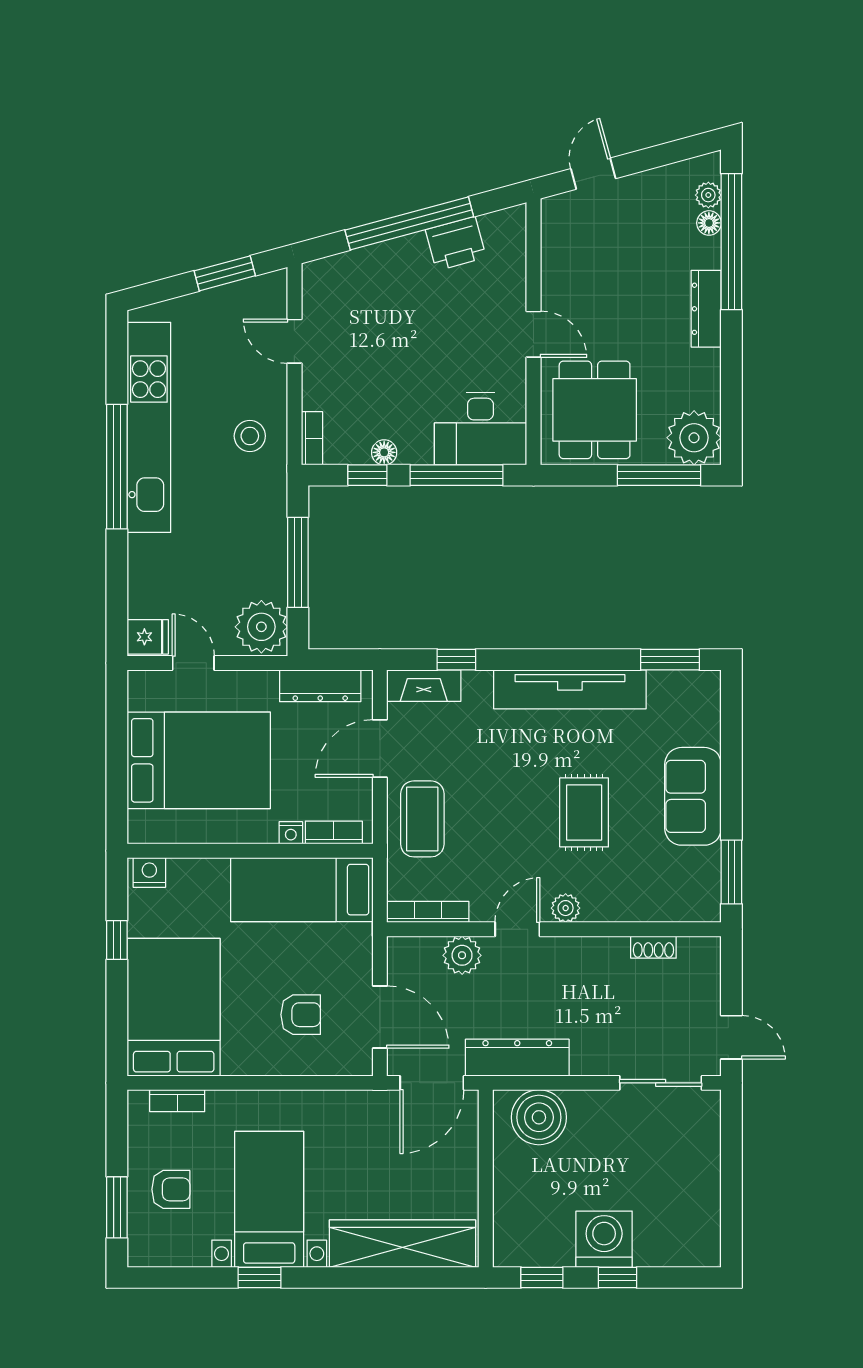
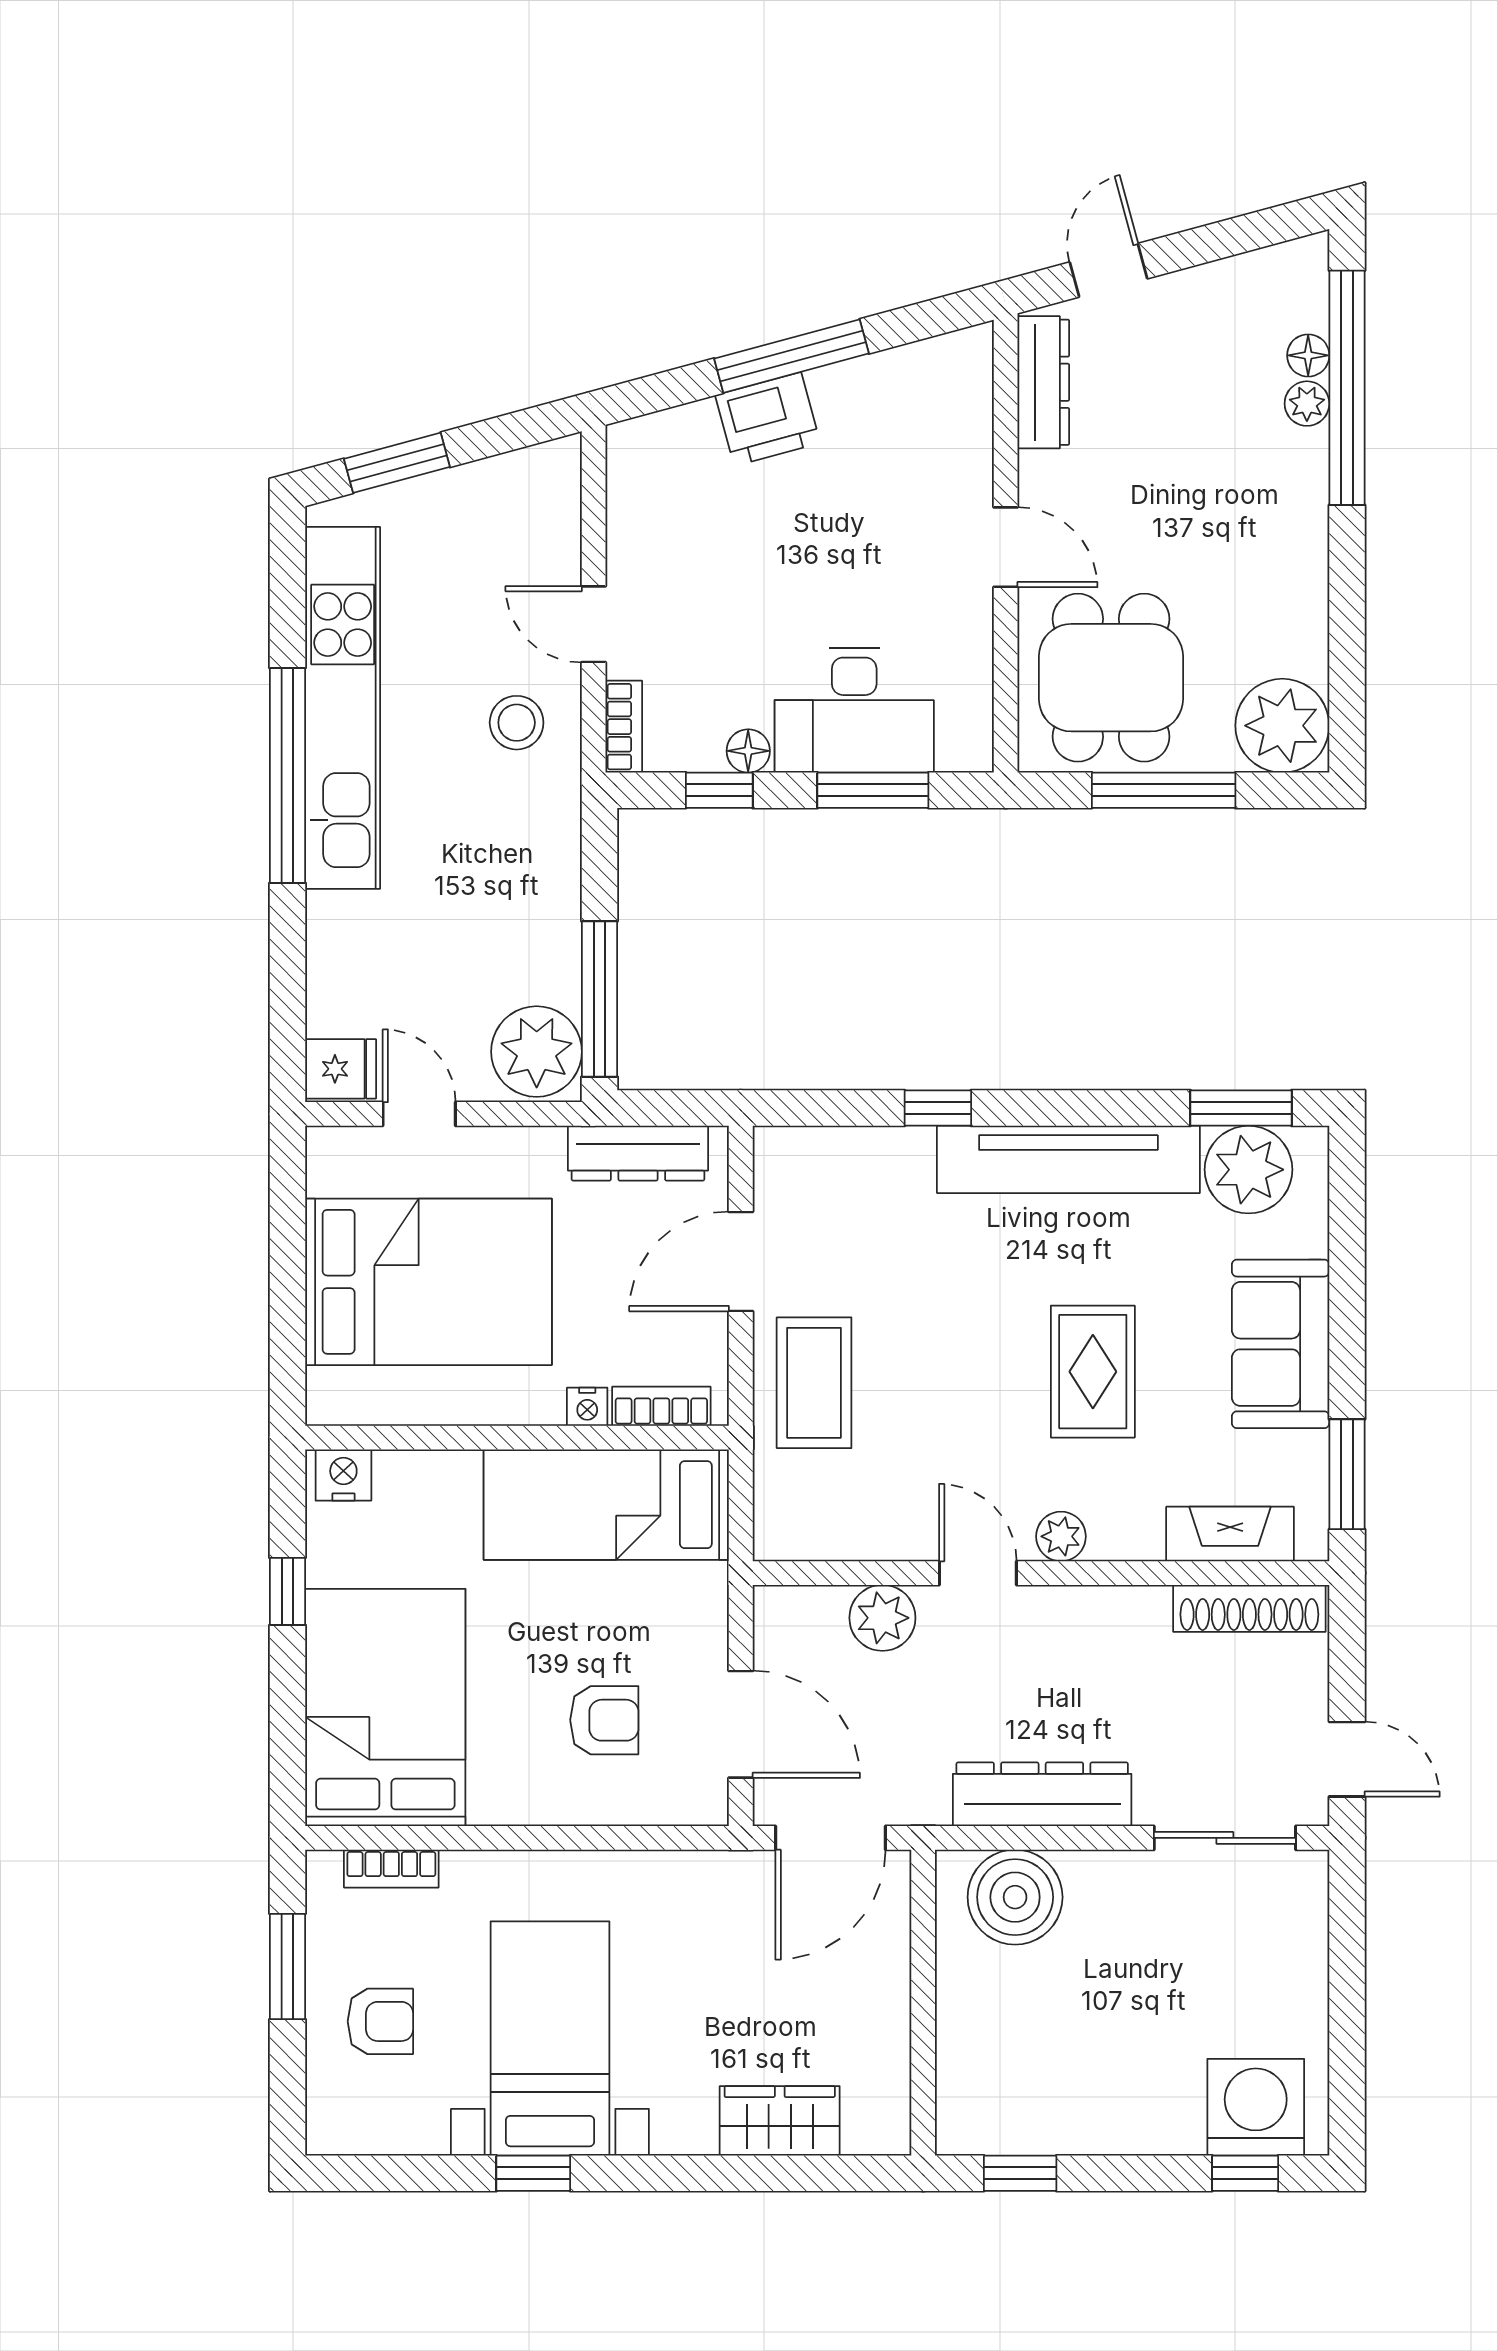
plant: (708, 195) -> (1307, 404), moved
window: (409, 223) -> (792, 356), width x0.68
printer: (456, 244) -> (768, 419), moved
window: (225, 273) -> (397, 463), moved
dresser: (706, 309) -> (1043, 382), moved, turned 180
door: (294, 341) -> (594, 624), moved
desk: (480, 429) -> (854, 710), moved
window: (456, 475) -> (873, 790), width x0.69
window: (659, 475) -> (1164, 790), moved
window: (298, 562) -> (600, 999), moved
window: (456, 660) -> (938, 1108), moved
fireplace: (424, 686) -> (1230, 1534), moved, turned 180
plant: (674, 695) -> (1248, 1170), added
bookcase: (428, 912) -> (823, 1543), removed
door: (517, 929) -> (978, 1573), hinge flipped
shoe rack: (653, 947) -> (1249, 1608), width x1.94, depth x1.24
dresser: (517, 1058) -> (1042, 1794), moved
window: (117, 1207) -> (288, 1966), moved
washing machine: (604, 1239) -> (1256, 2107), moved
wardrobe: (402, 1244) -> (780, 2121), width x0.48, depth x0.85
window: (617, 1278) -> (1245, 2173), moved

